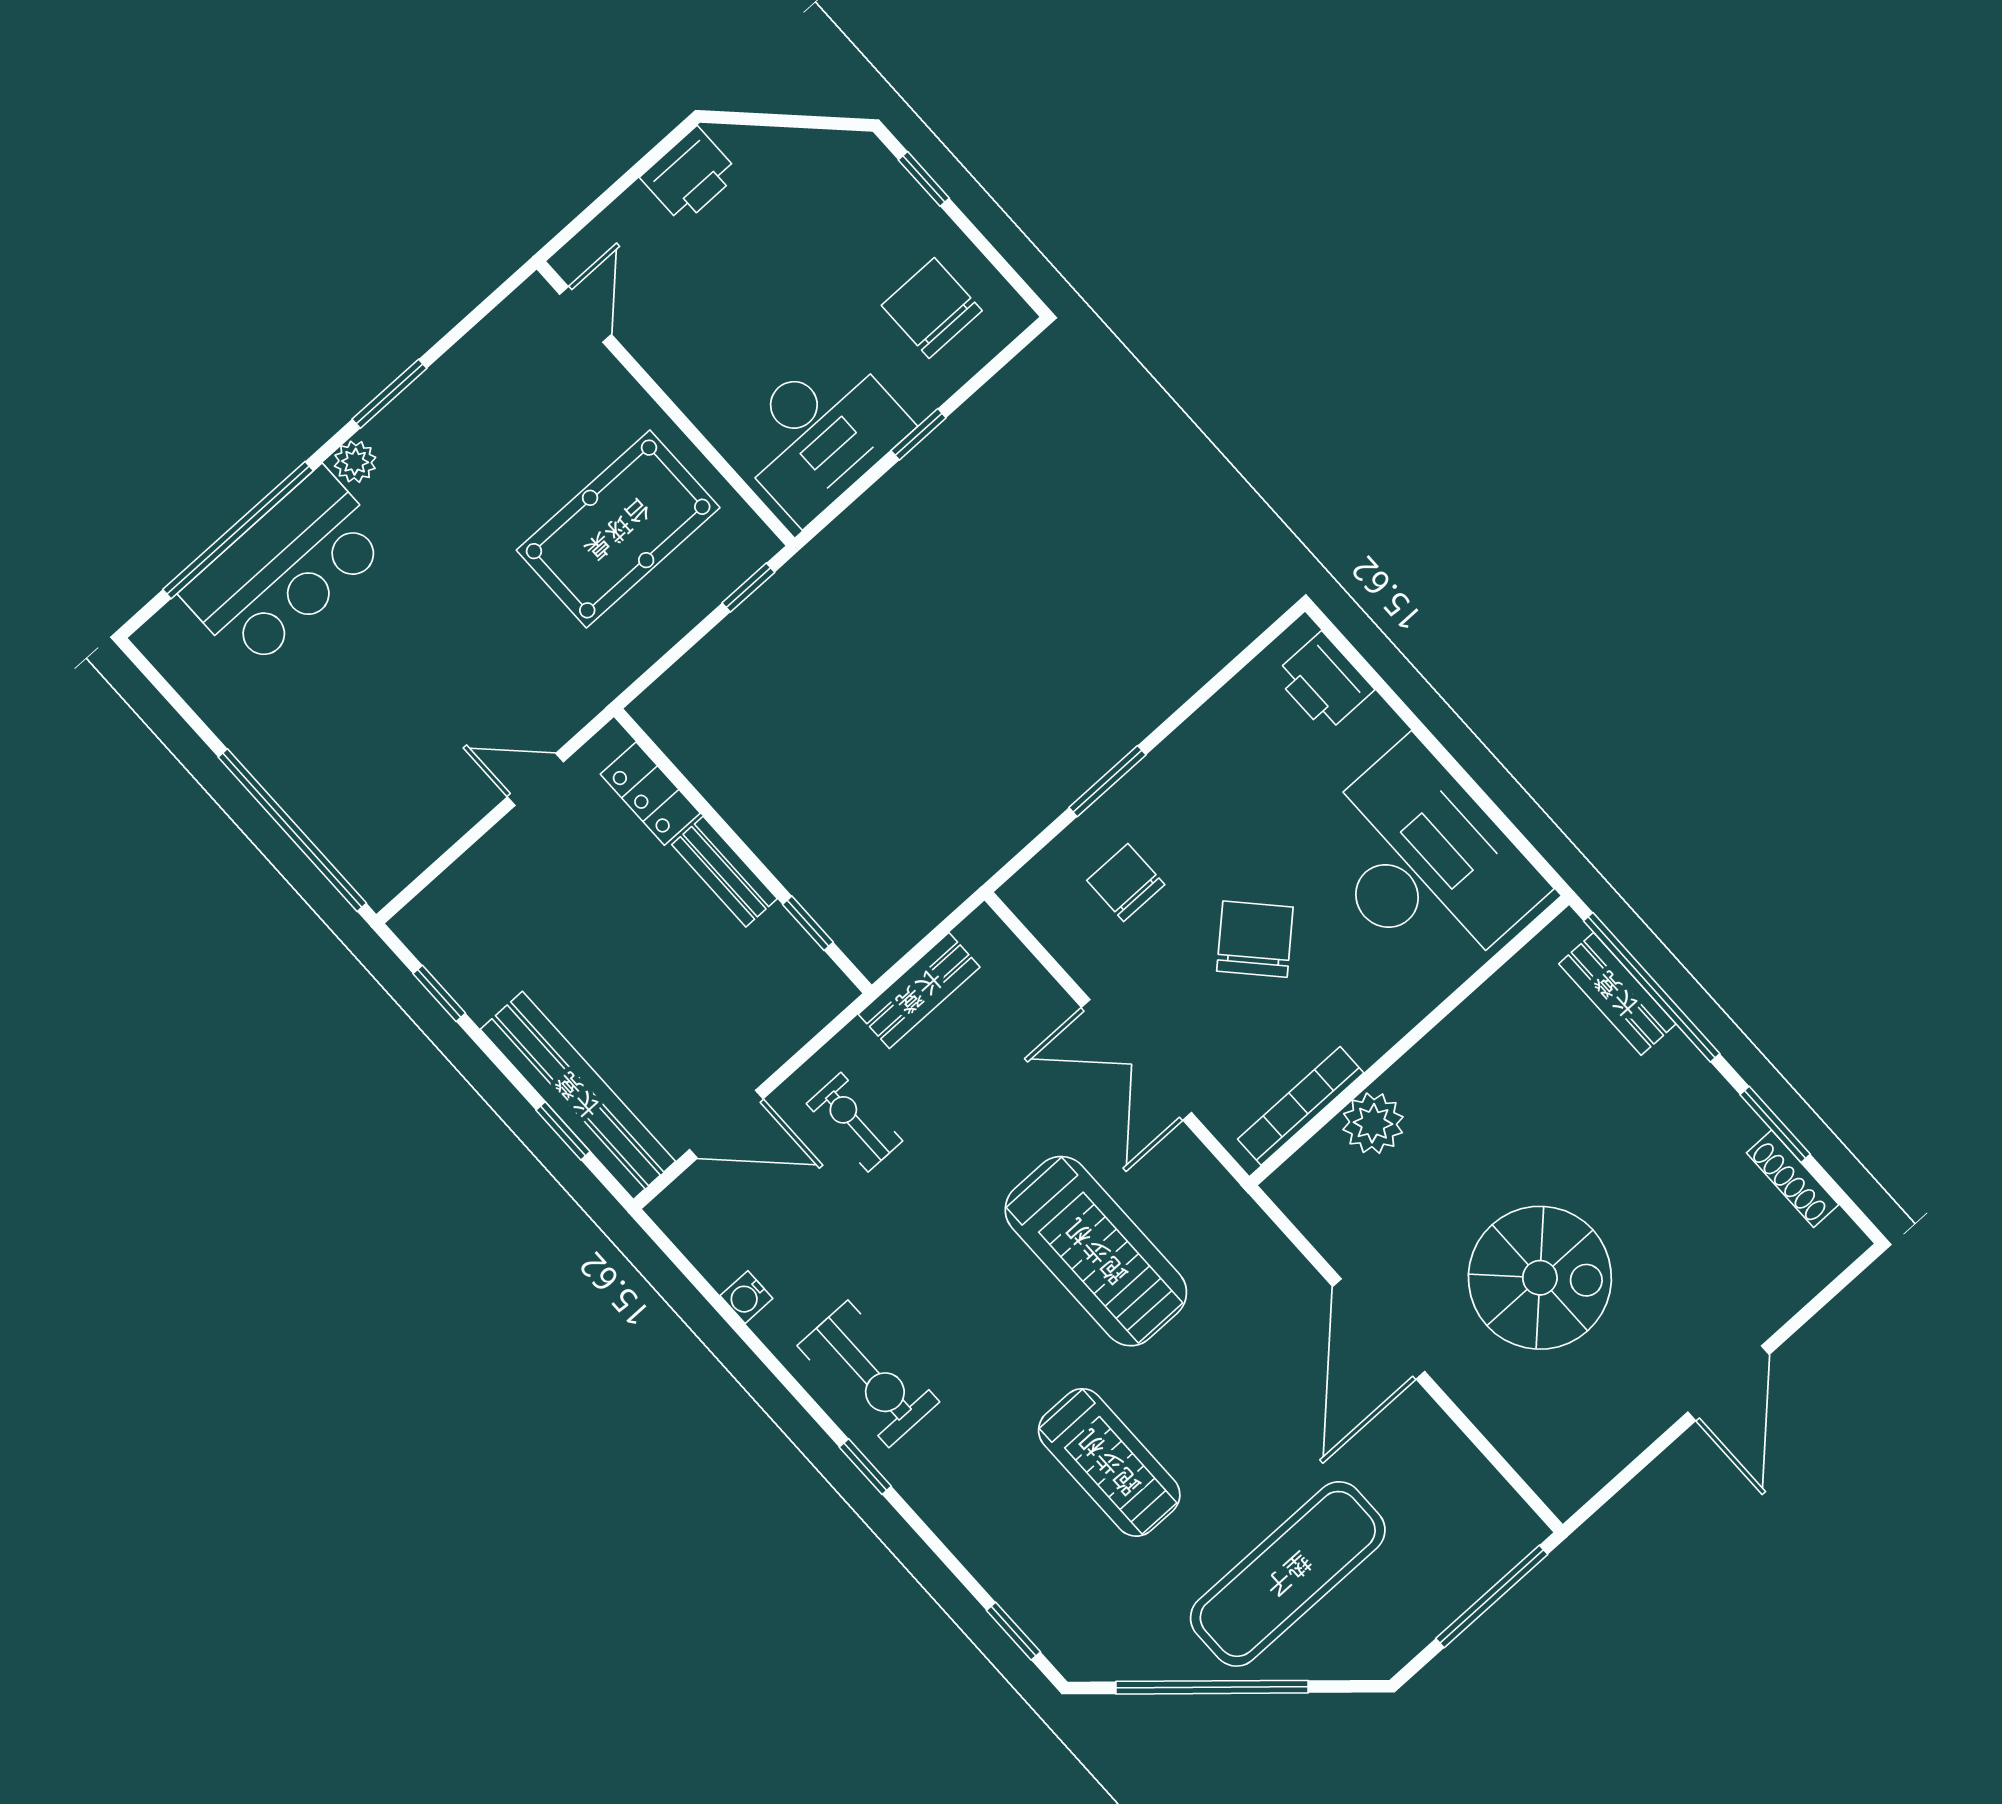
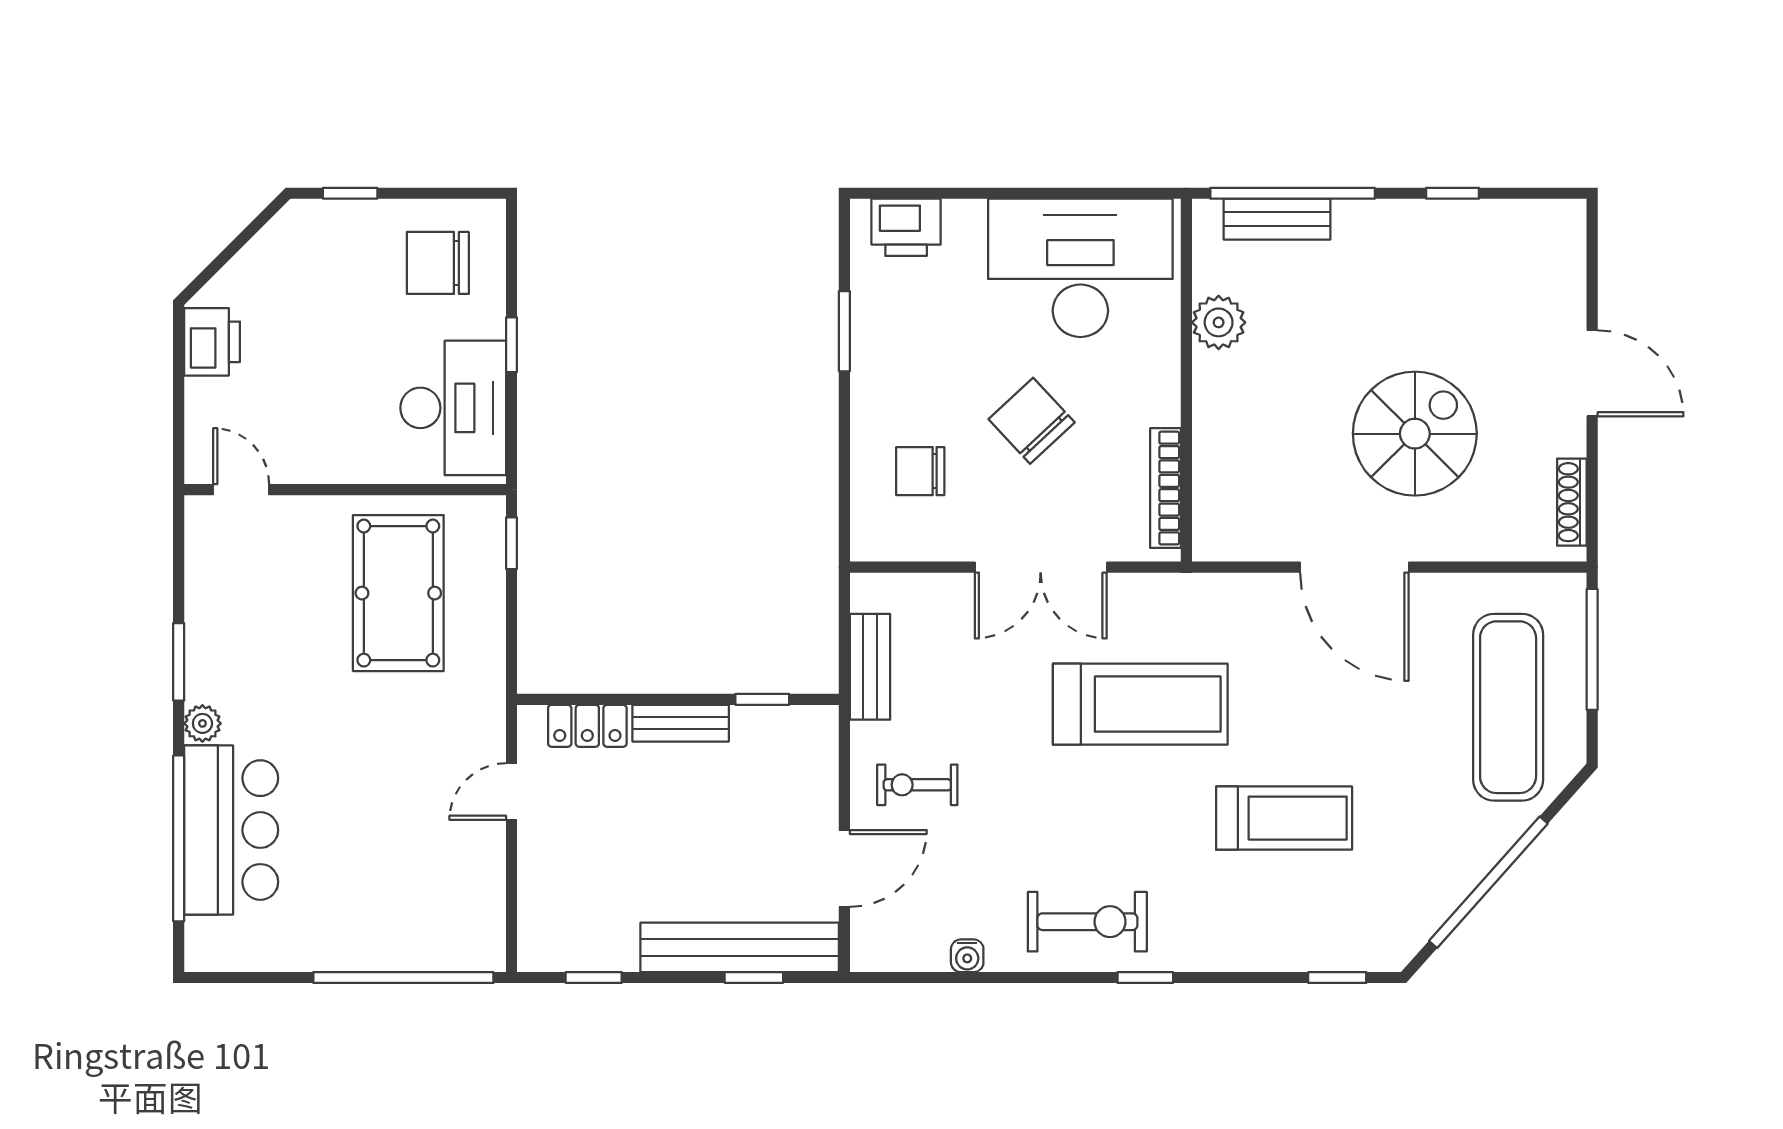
window: (1107, 781) -> (844, 331), moved
plant: (1373, 1123) -> (1219, 322), moved
window: (1775, 1124) -> (1452, 193), width x0.67
shoe rack: (1793, 1179) -> (1572, 502), moved, turned 90
exercise mat: (1288, 1574) -> (1508, 707), moved

